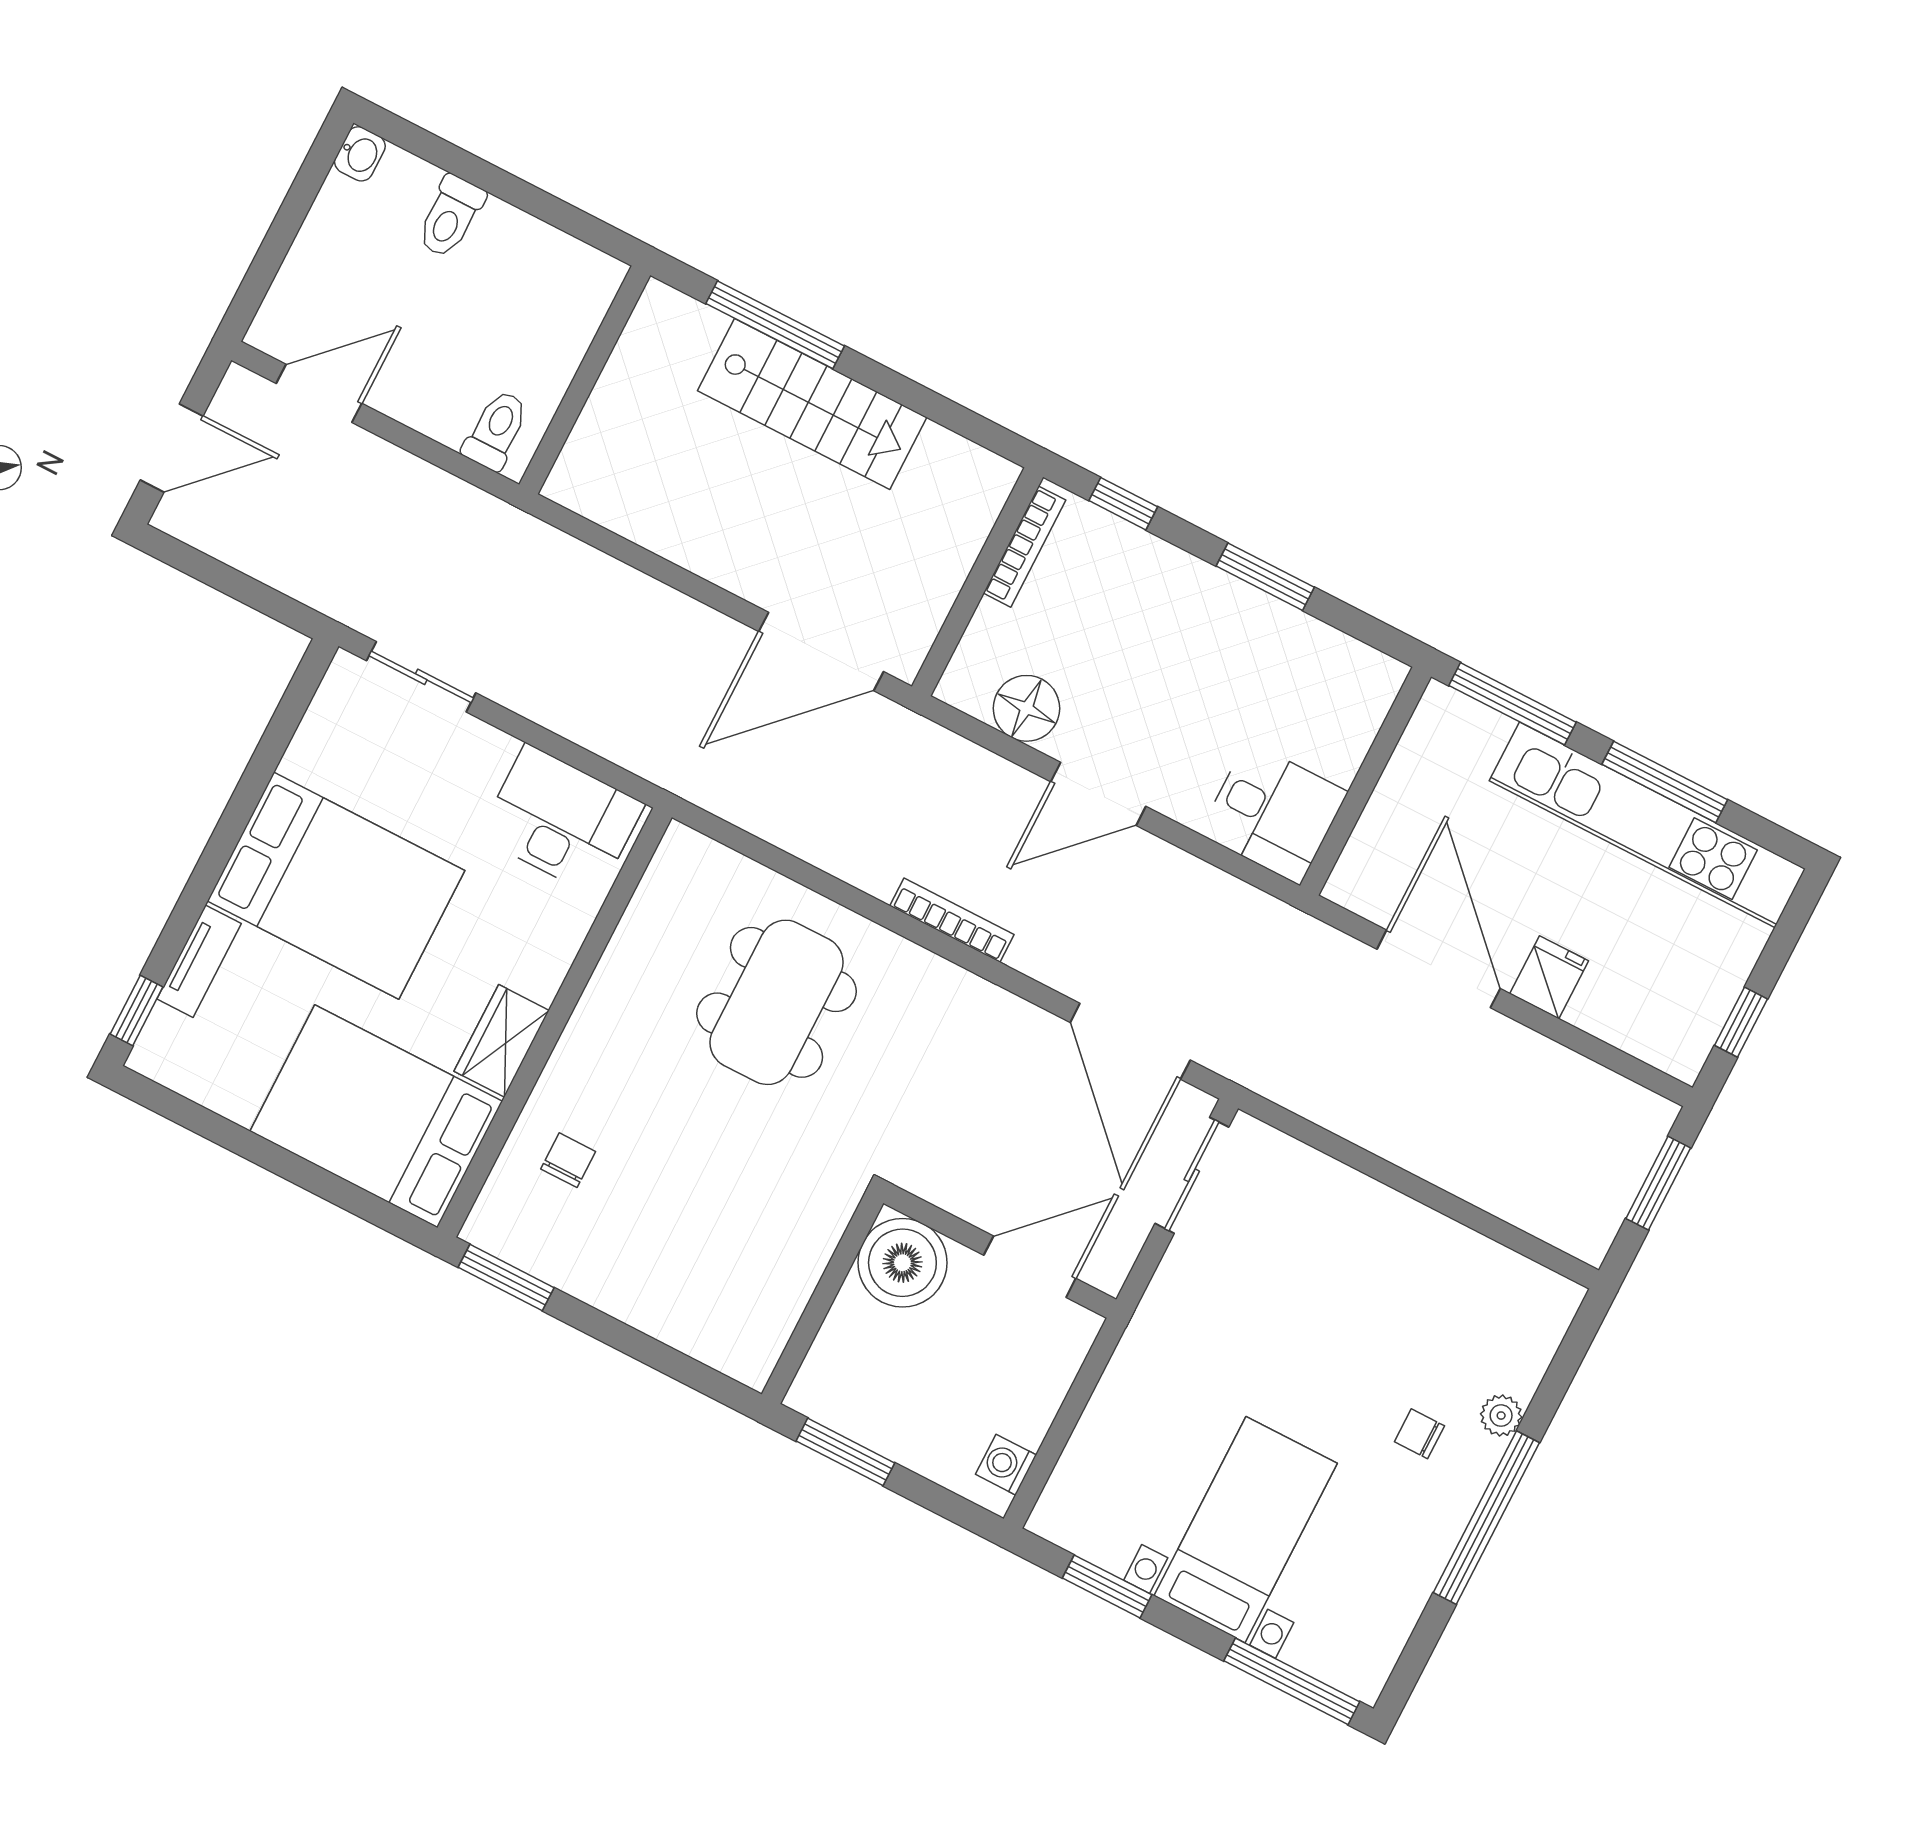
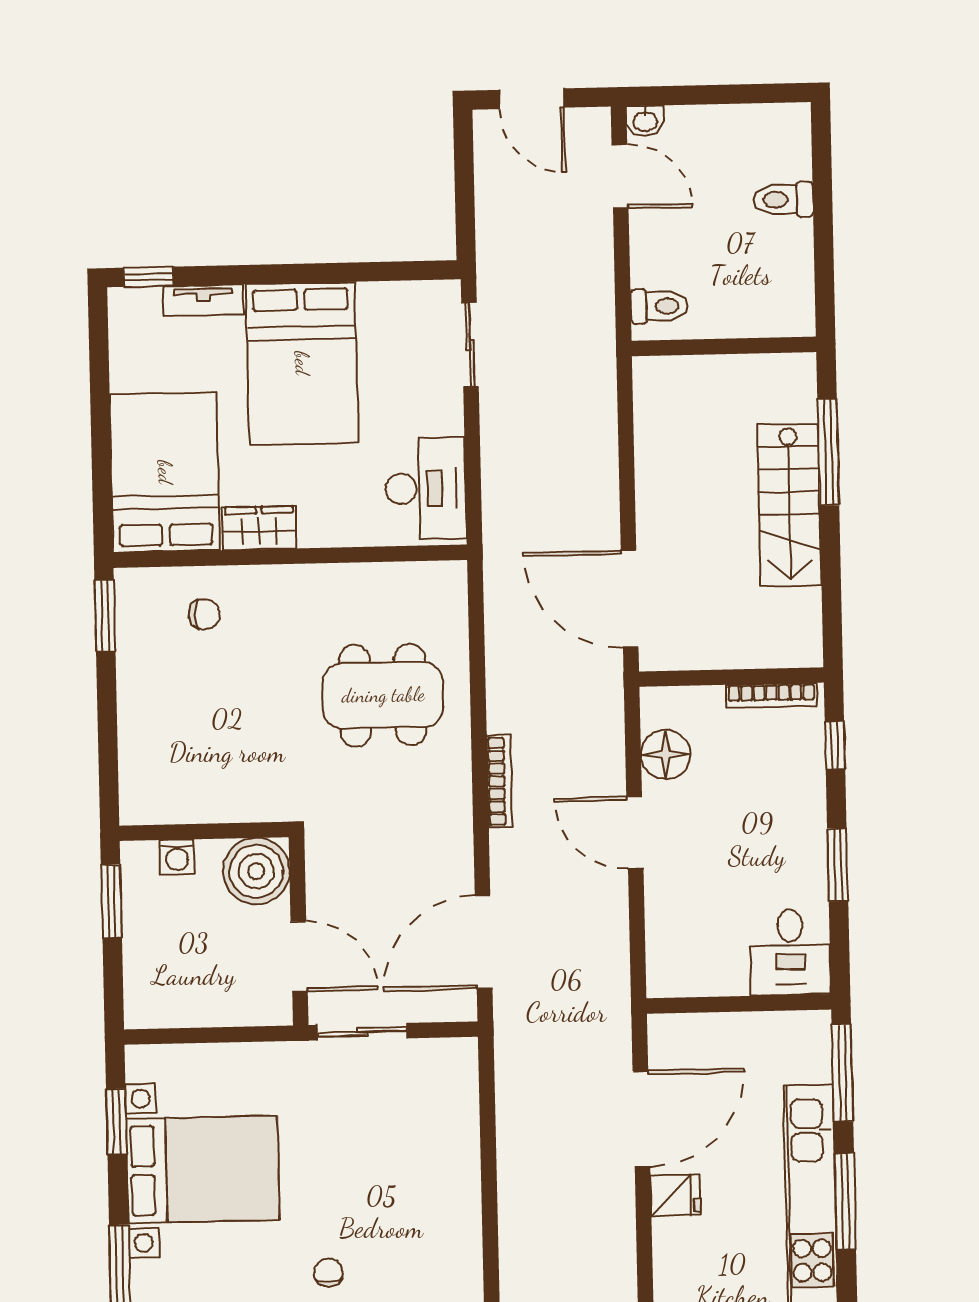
washbasin: (360, 154) -> (645, 121), moved
desk: (1273, 813) -> (790, 952), moved
sliding door: (1192, 1175) -> (362, 1032), moved
washing machine: (1006, 1465) -> (177, 857), moved, turned 180
bed with nightstands: (1246, 1530) -> (203, 1169), width x1.36

